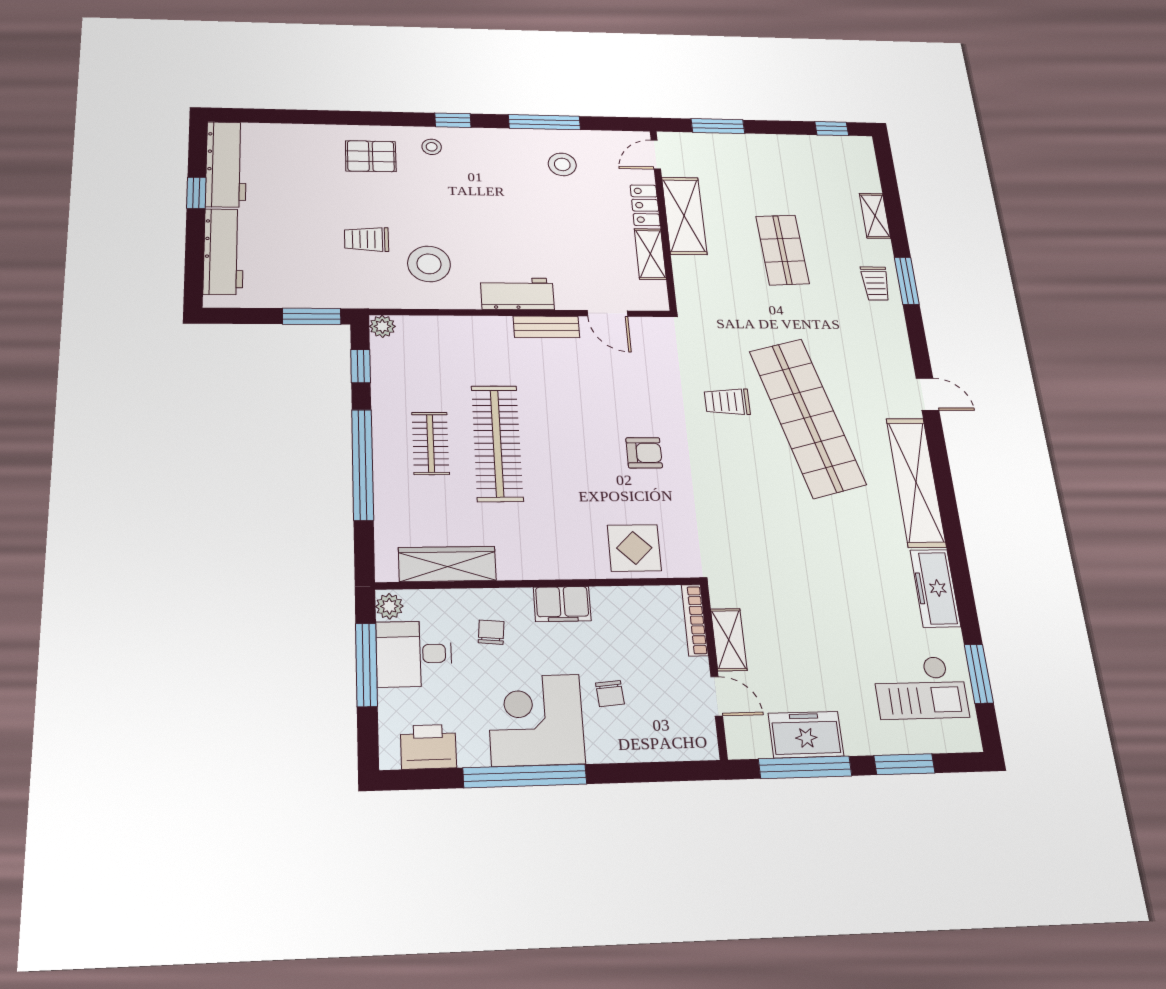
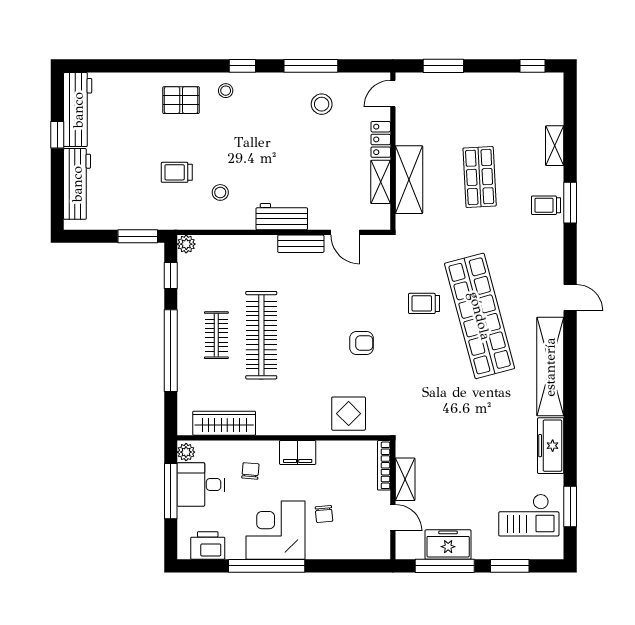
shelving: (684, 216) -> (409, 180), moved
stool: (429, 264) -> (220, 192), width x0.53, depth x0.53
trolley: (875, 283) -> (546, 205), turned 90

